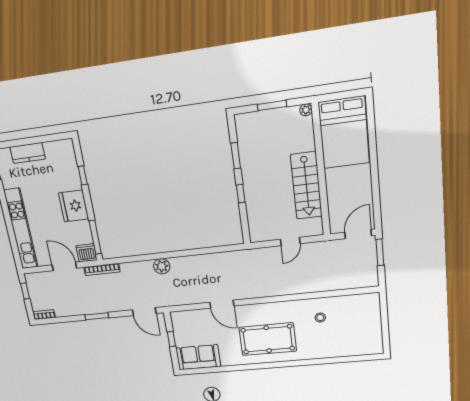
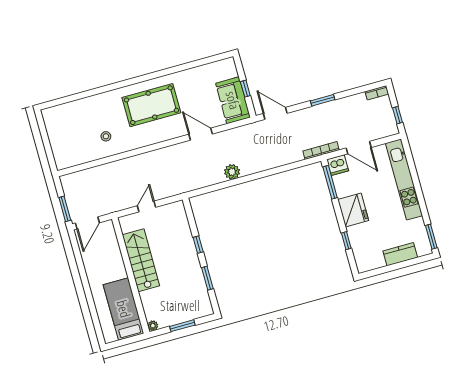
bed: (344, 133) -> (124, 309), width x0.67
plant: (162, 266) -> (232, 172), moved
sofa: (198, 357) -> (233, 100), moved, turned 90

